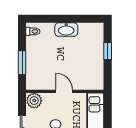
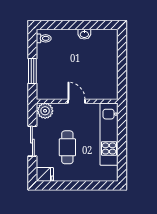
washbasin: (66, 30) -> (84, 34), width x0.52, depth x0.69
window: (108, 51) -> (122, 59), removed

